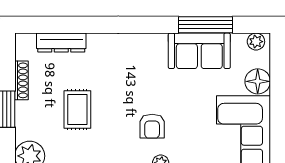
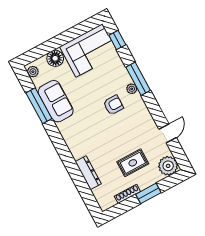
dresser: (61, 43) -> (88, 173), moved
rug: (77, 110) -> (133, 163), moved

